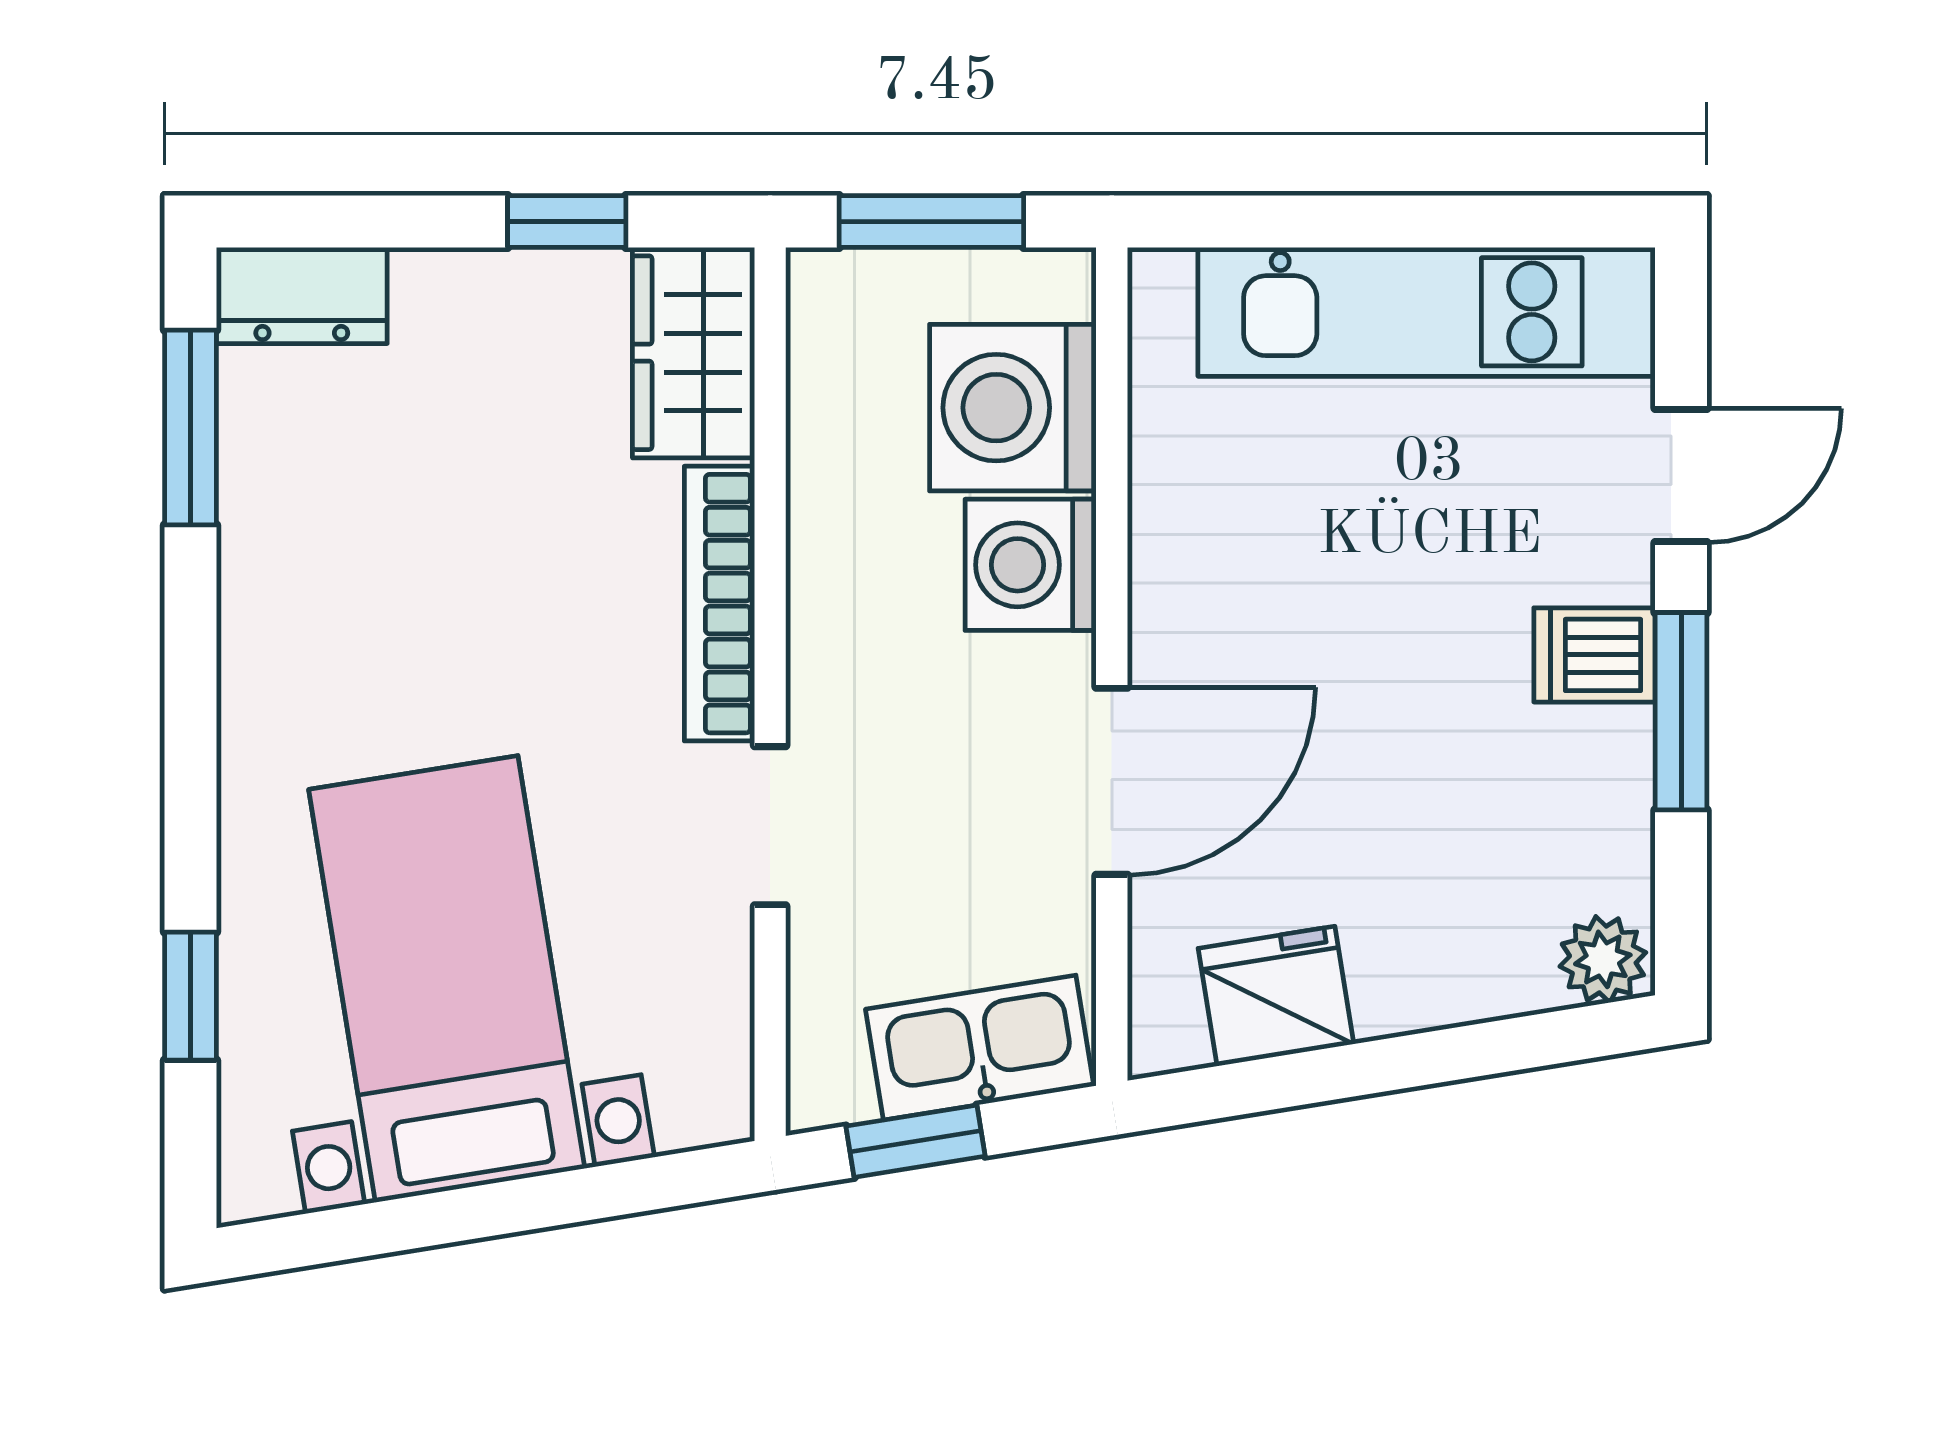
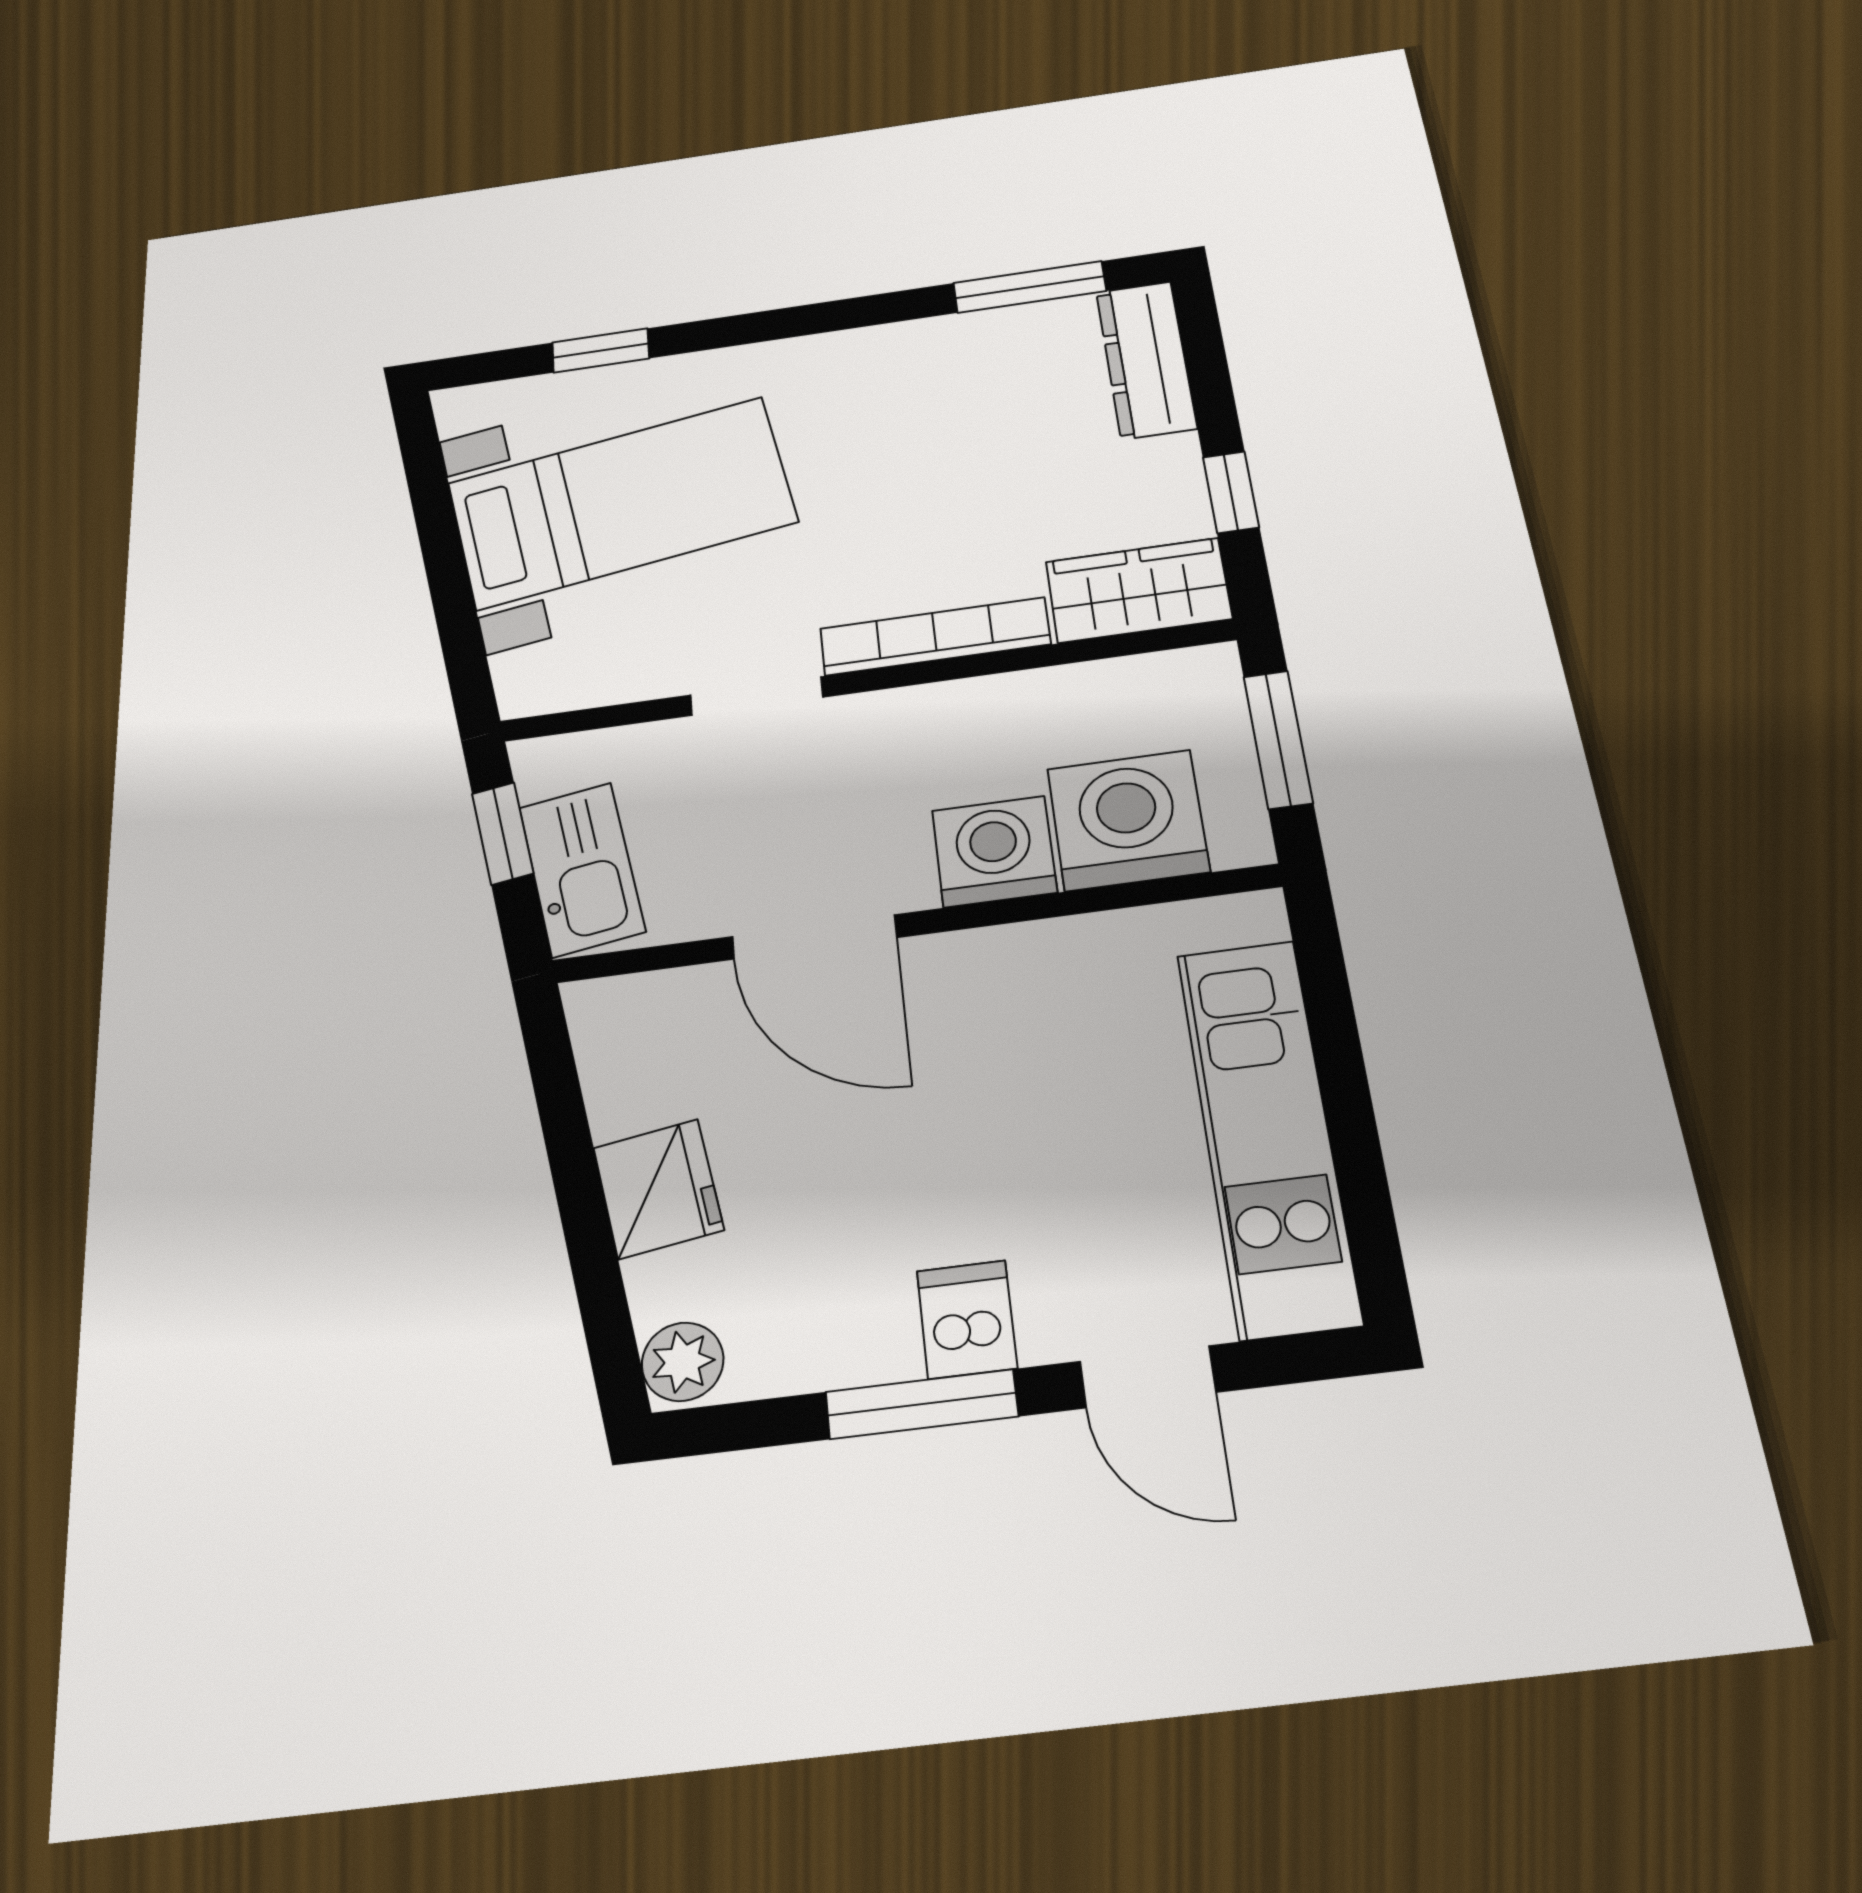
dresser: (302, 295) -> (1146, 360), width x1.44
fridge: (1276, 996) -> (658, 1189), moved

